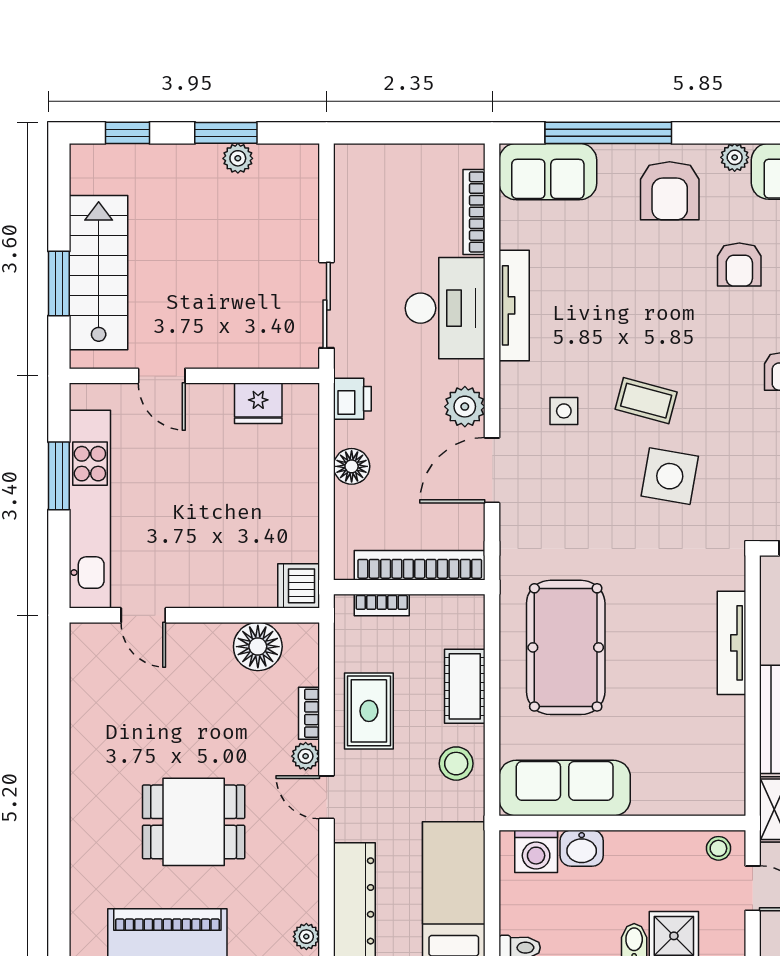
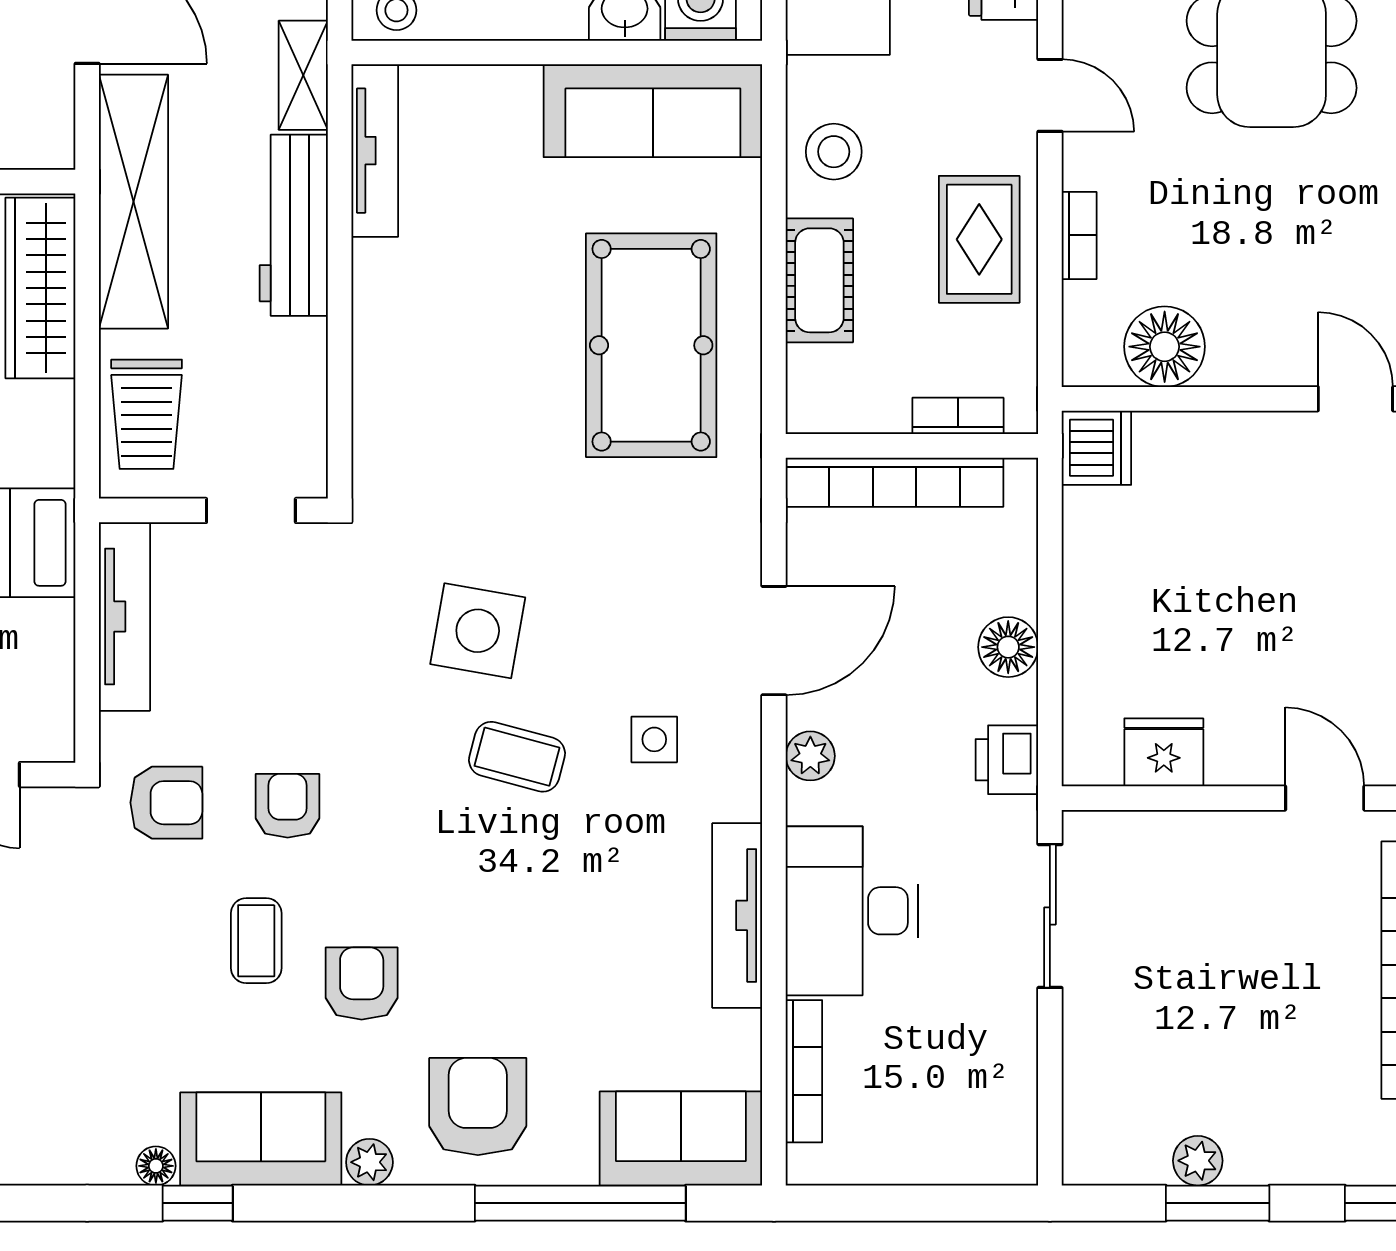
plant: (465, 407) -> (810, 756), width x0.73, depth x0.73
tv unit: (732, 643) -> (375, 151), moved
plant: (306, 756) -> (1085, 164), removed

